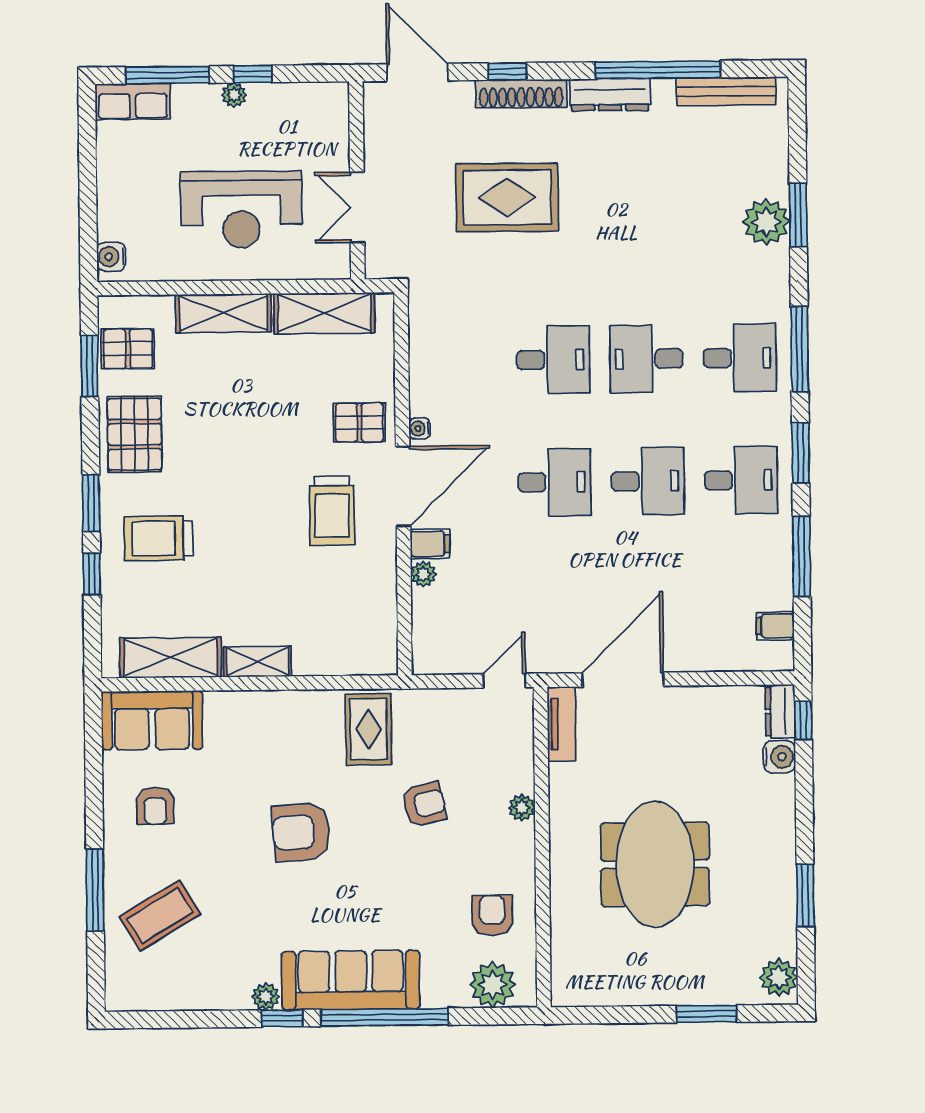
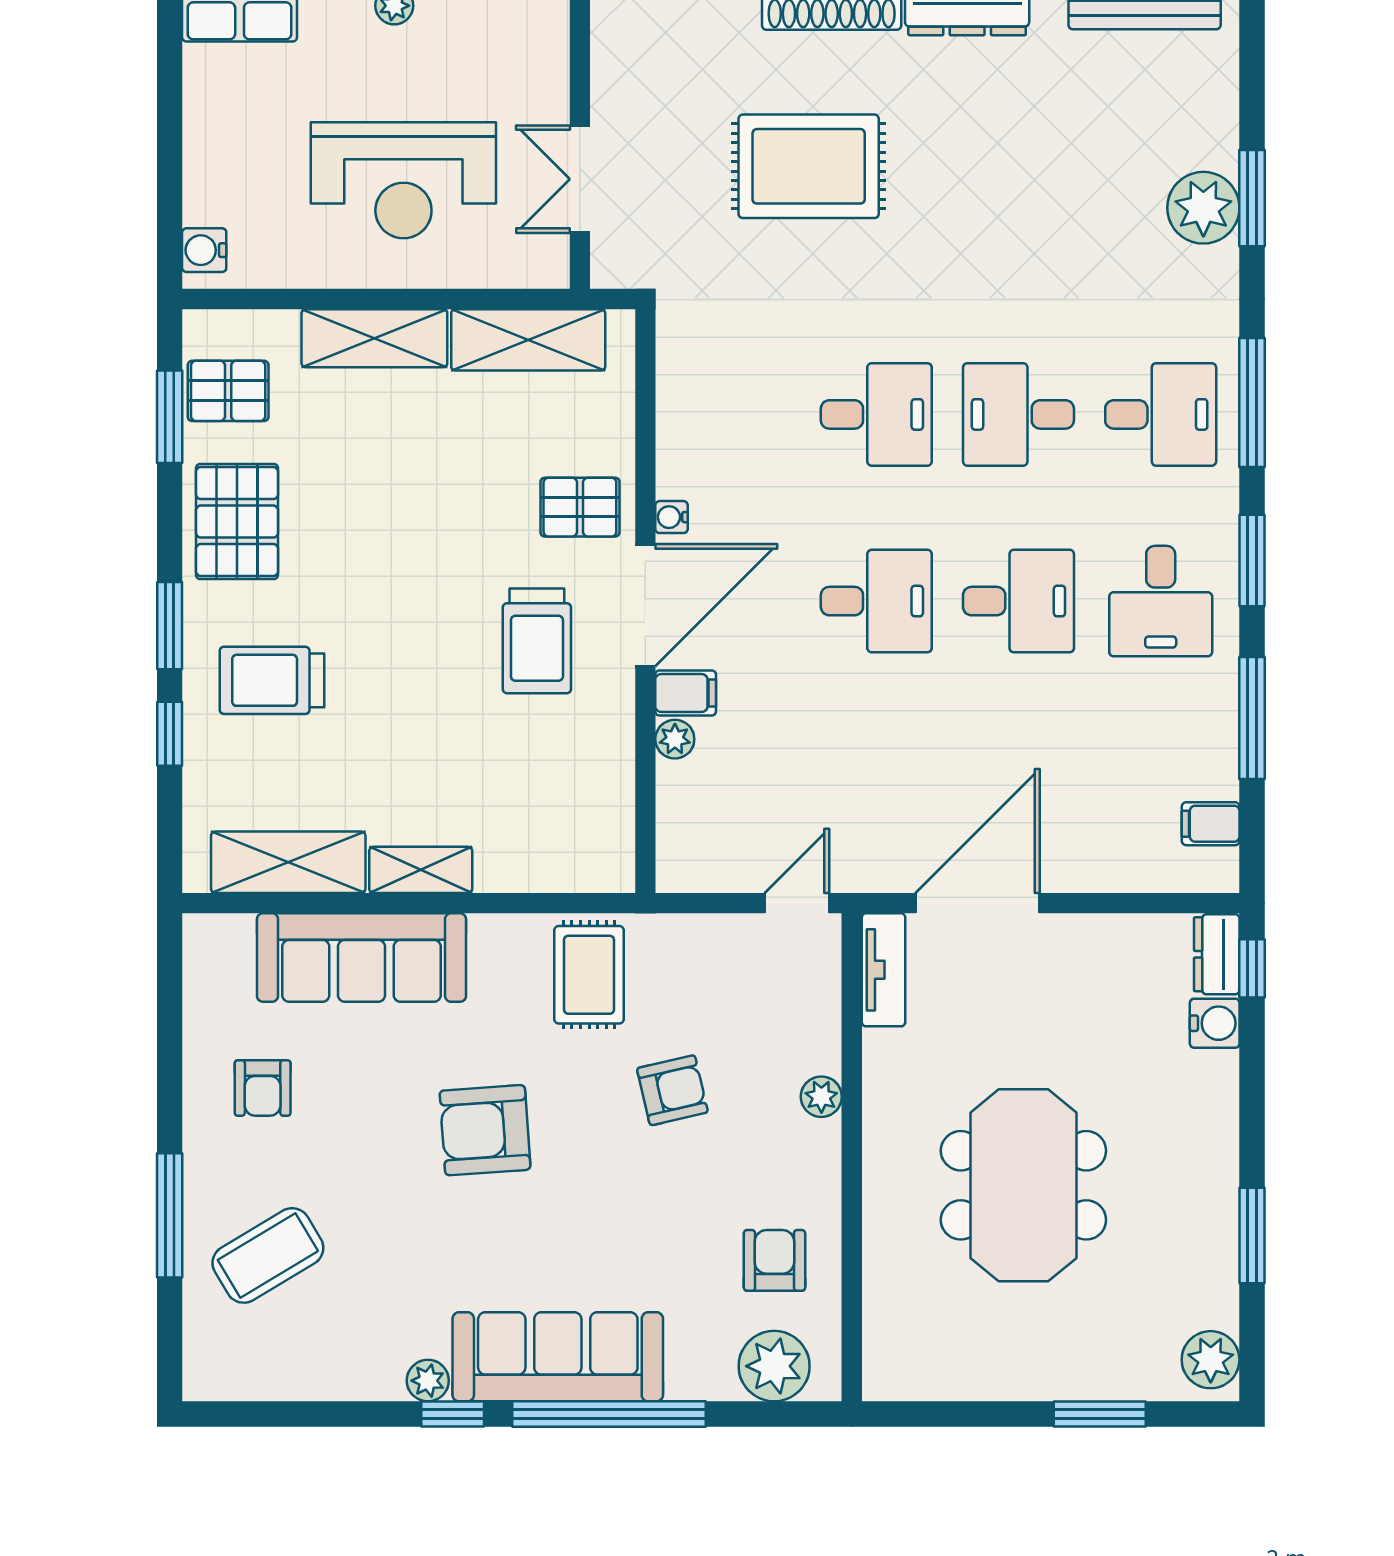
desk: (741, 480) -> (1161, 601), turned 90
sofa: (152, 720) -> (362, 958), moved, width x1.36

